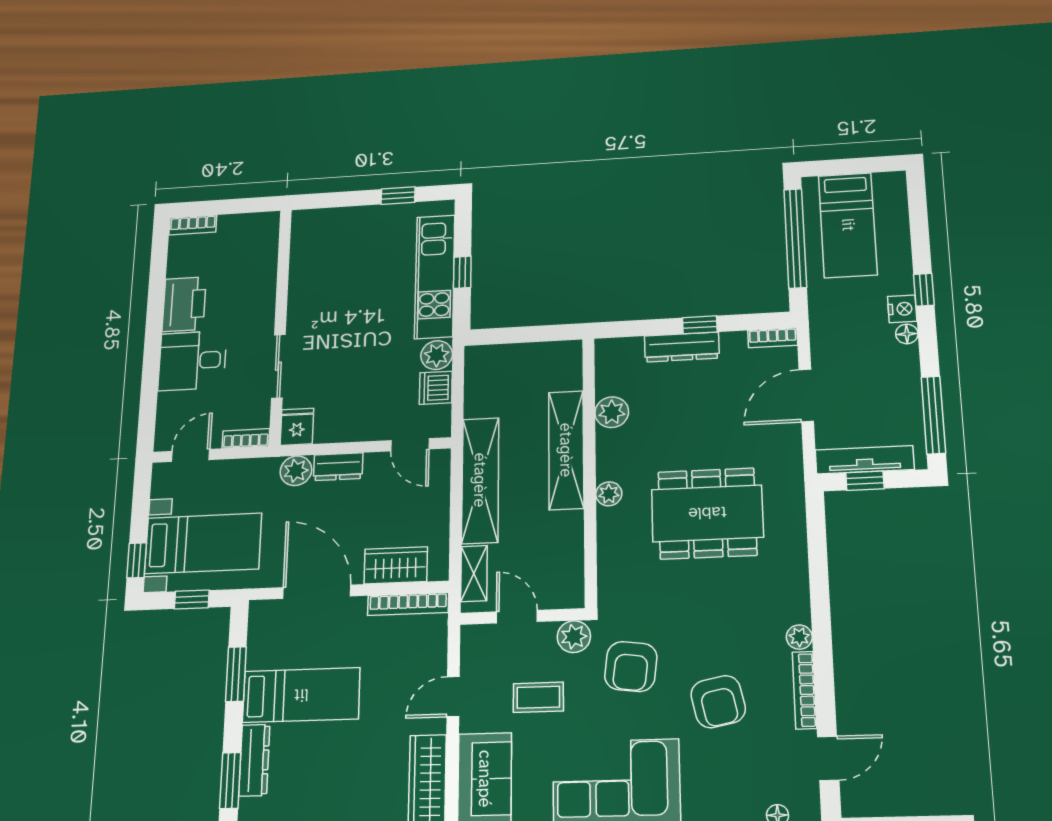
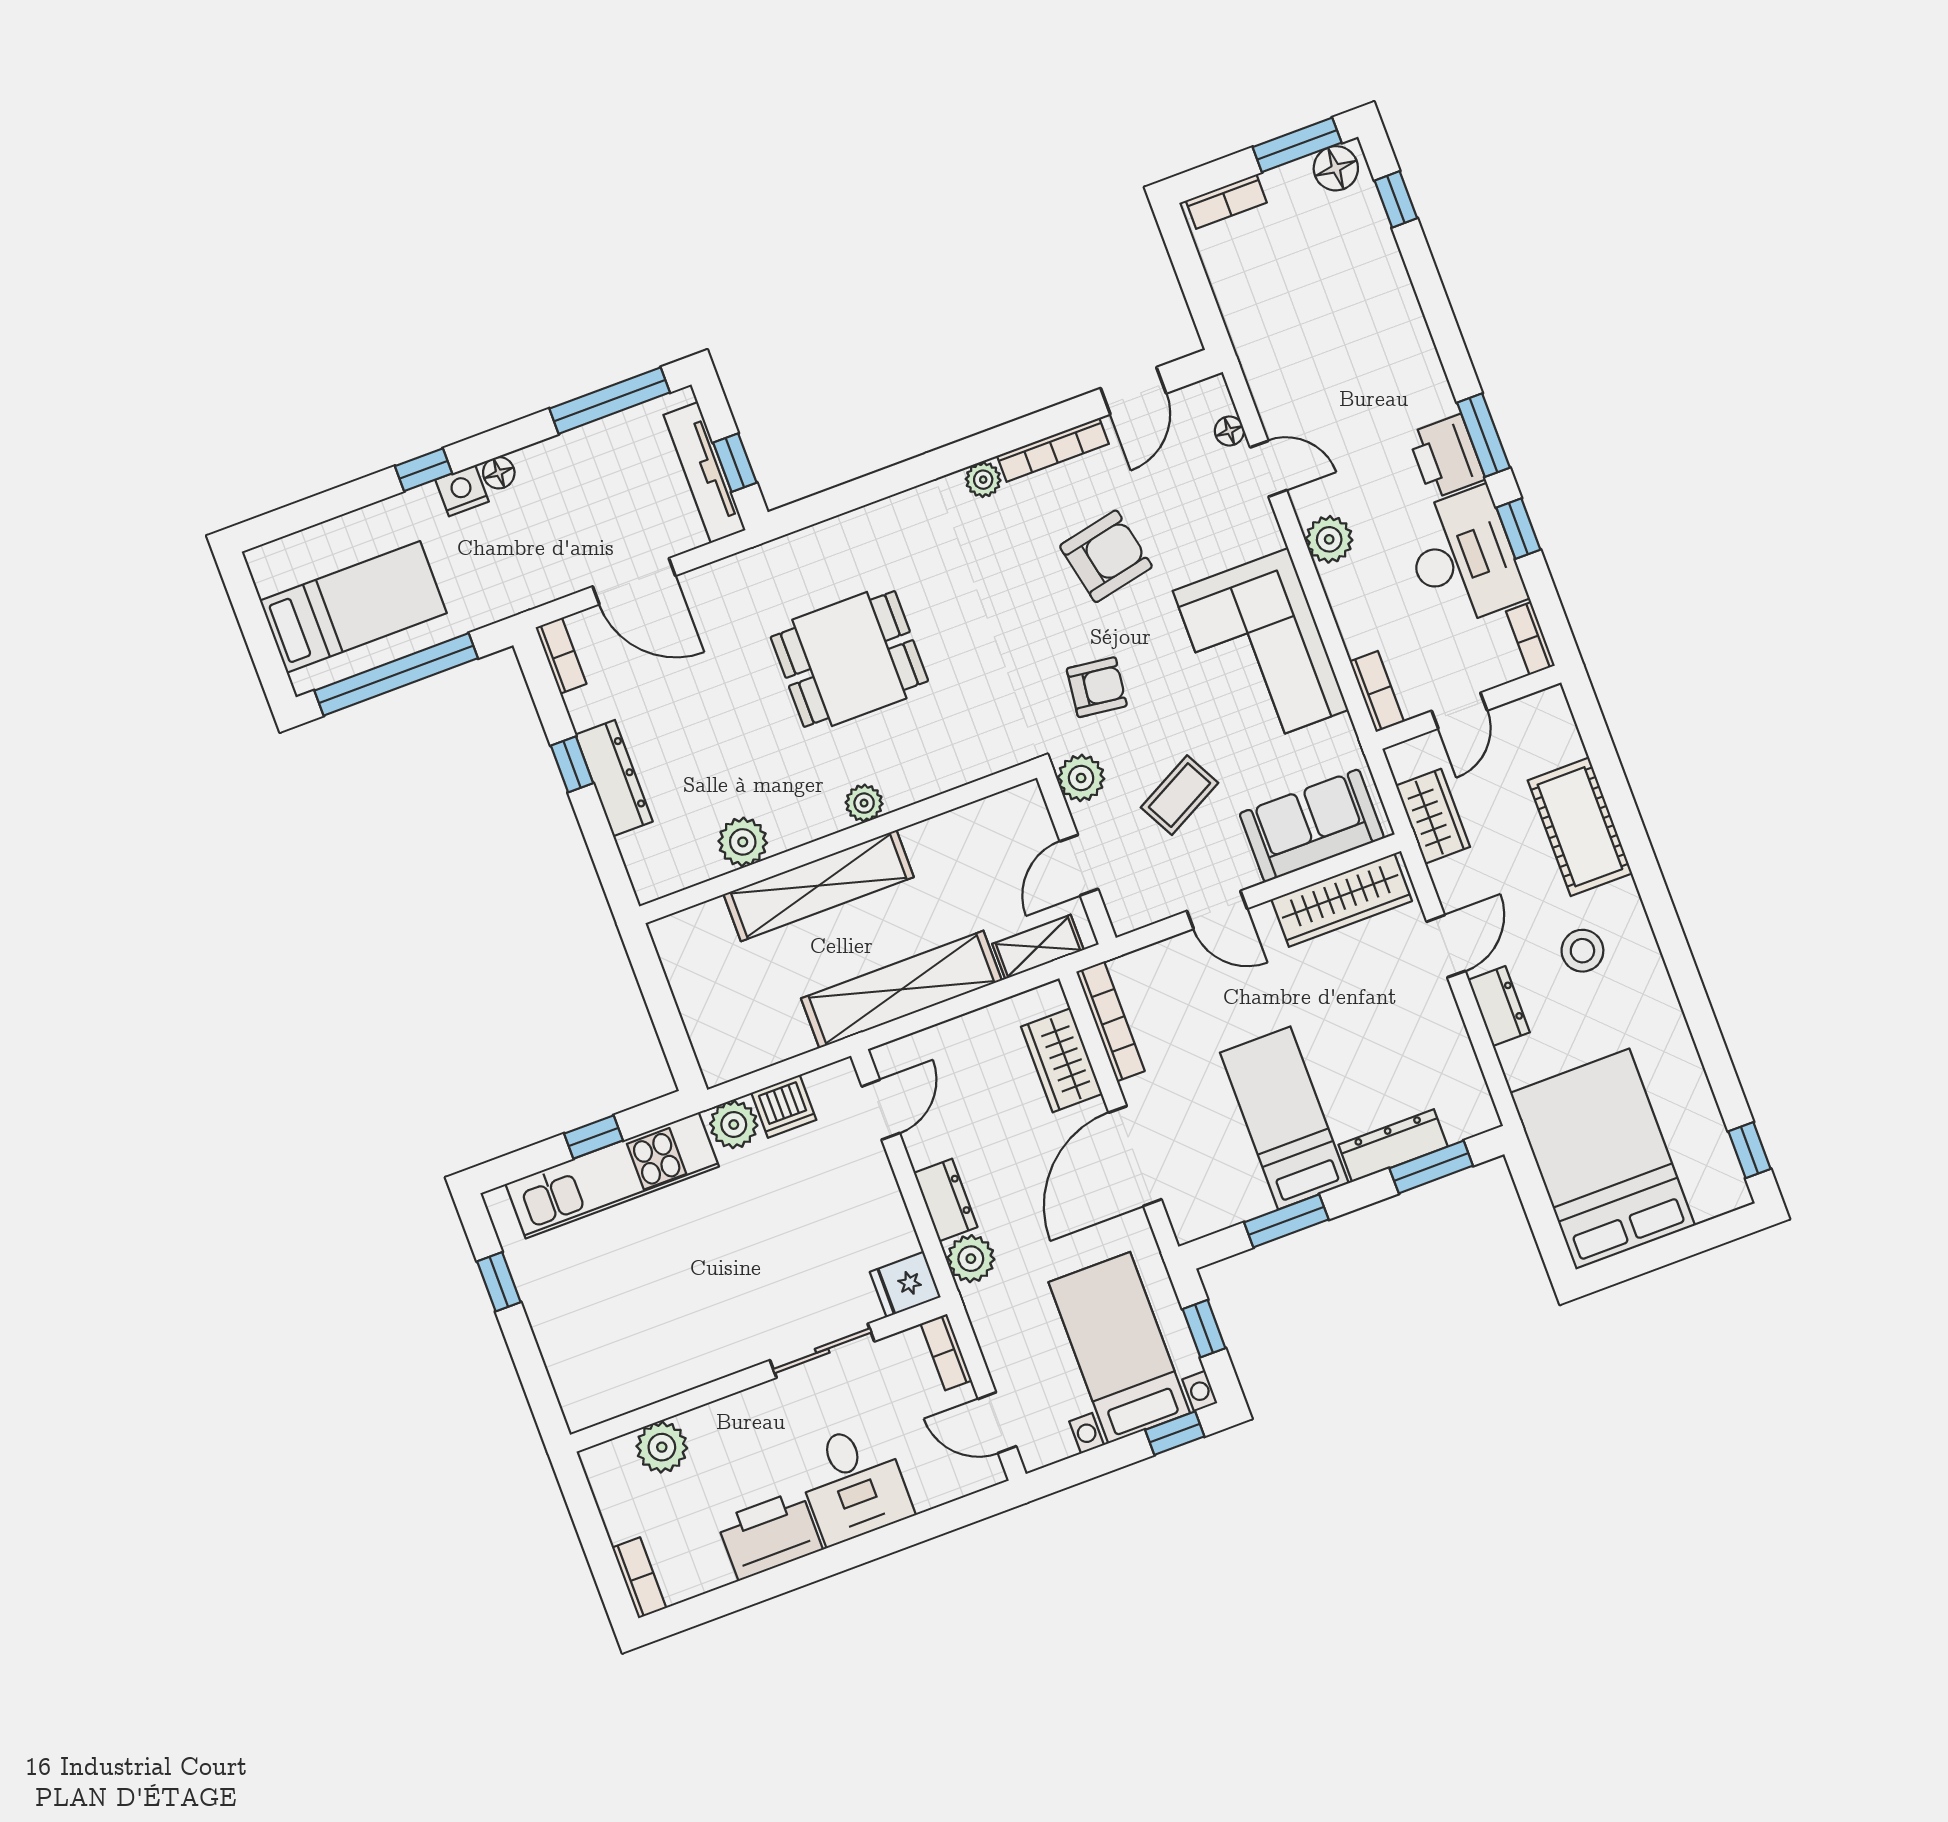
plant: (262, 259) -> (662, 1447), added
dining table: (707, 513) -> (849, 659), width x0.73
armchair: (631, 667) -> (1097, 687), width x0.72, depth x0.72
coffee table: (538, 697) -> (1180, 795), turned 62
door: (828, 758) -> (1133, 391), swing flipped

